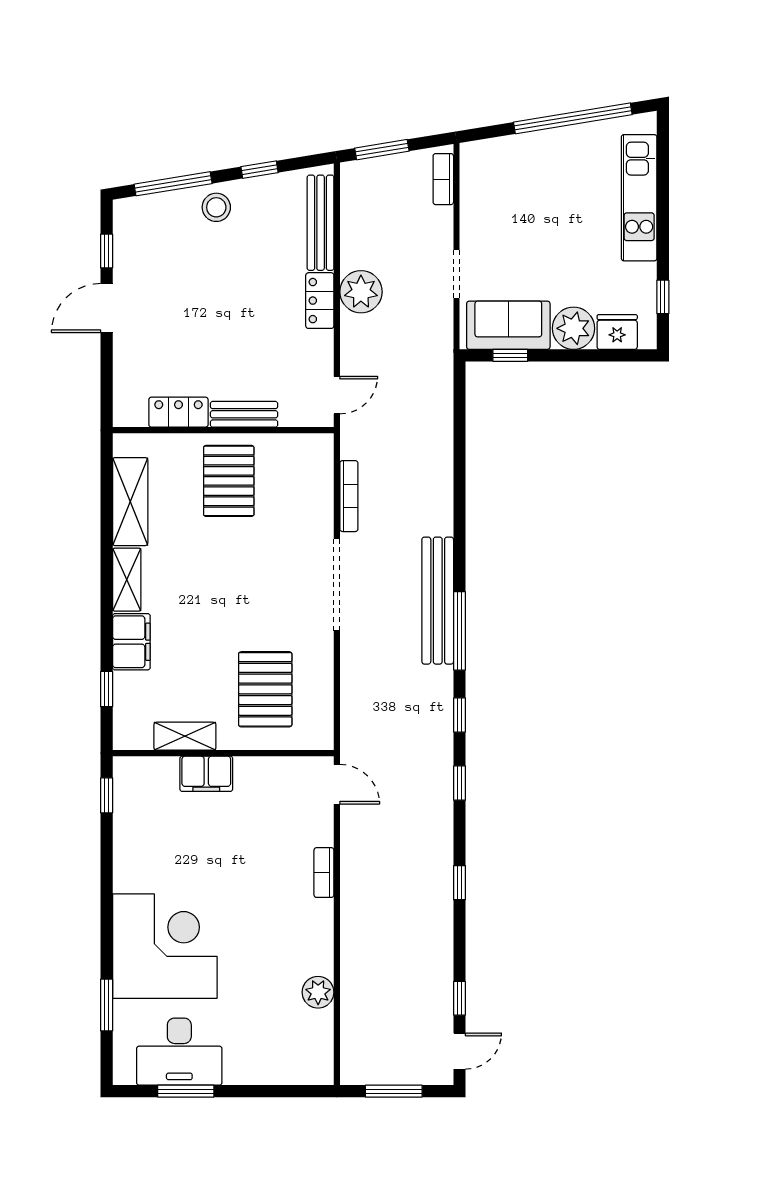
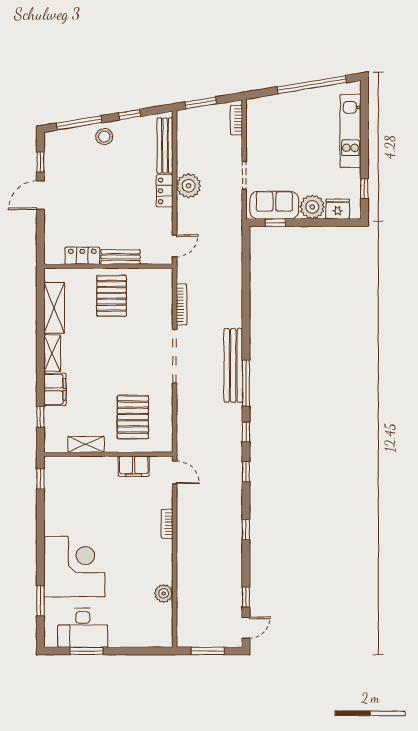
filing cabinet: (206, 774) -> (134, 466), moved

